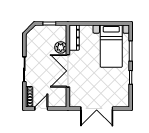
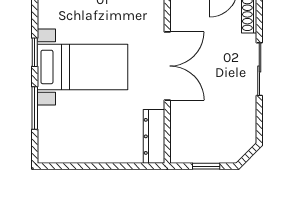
bed with nightstands: (111, 46) -> (83, 67), moved, turned 90
plant: (61, 47) -> (182, 116), removed

